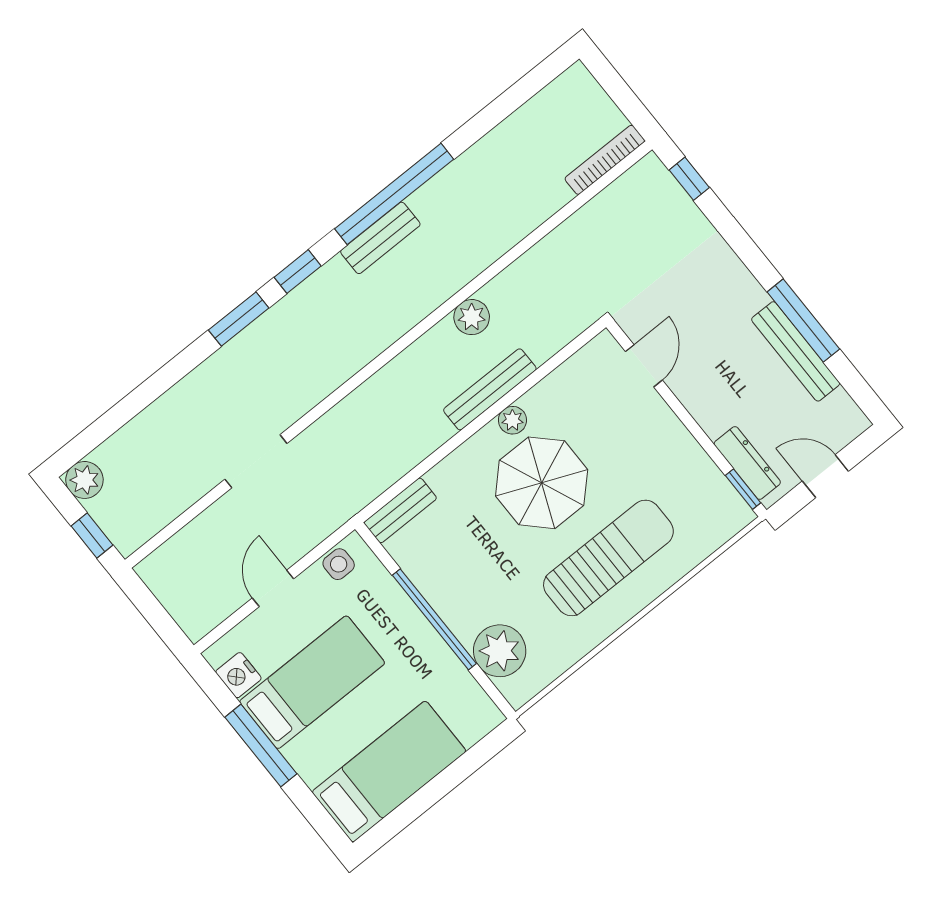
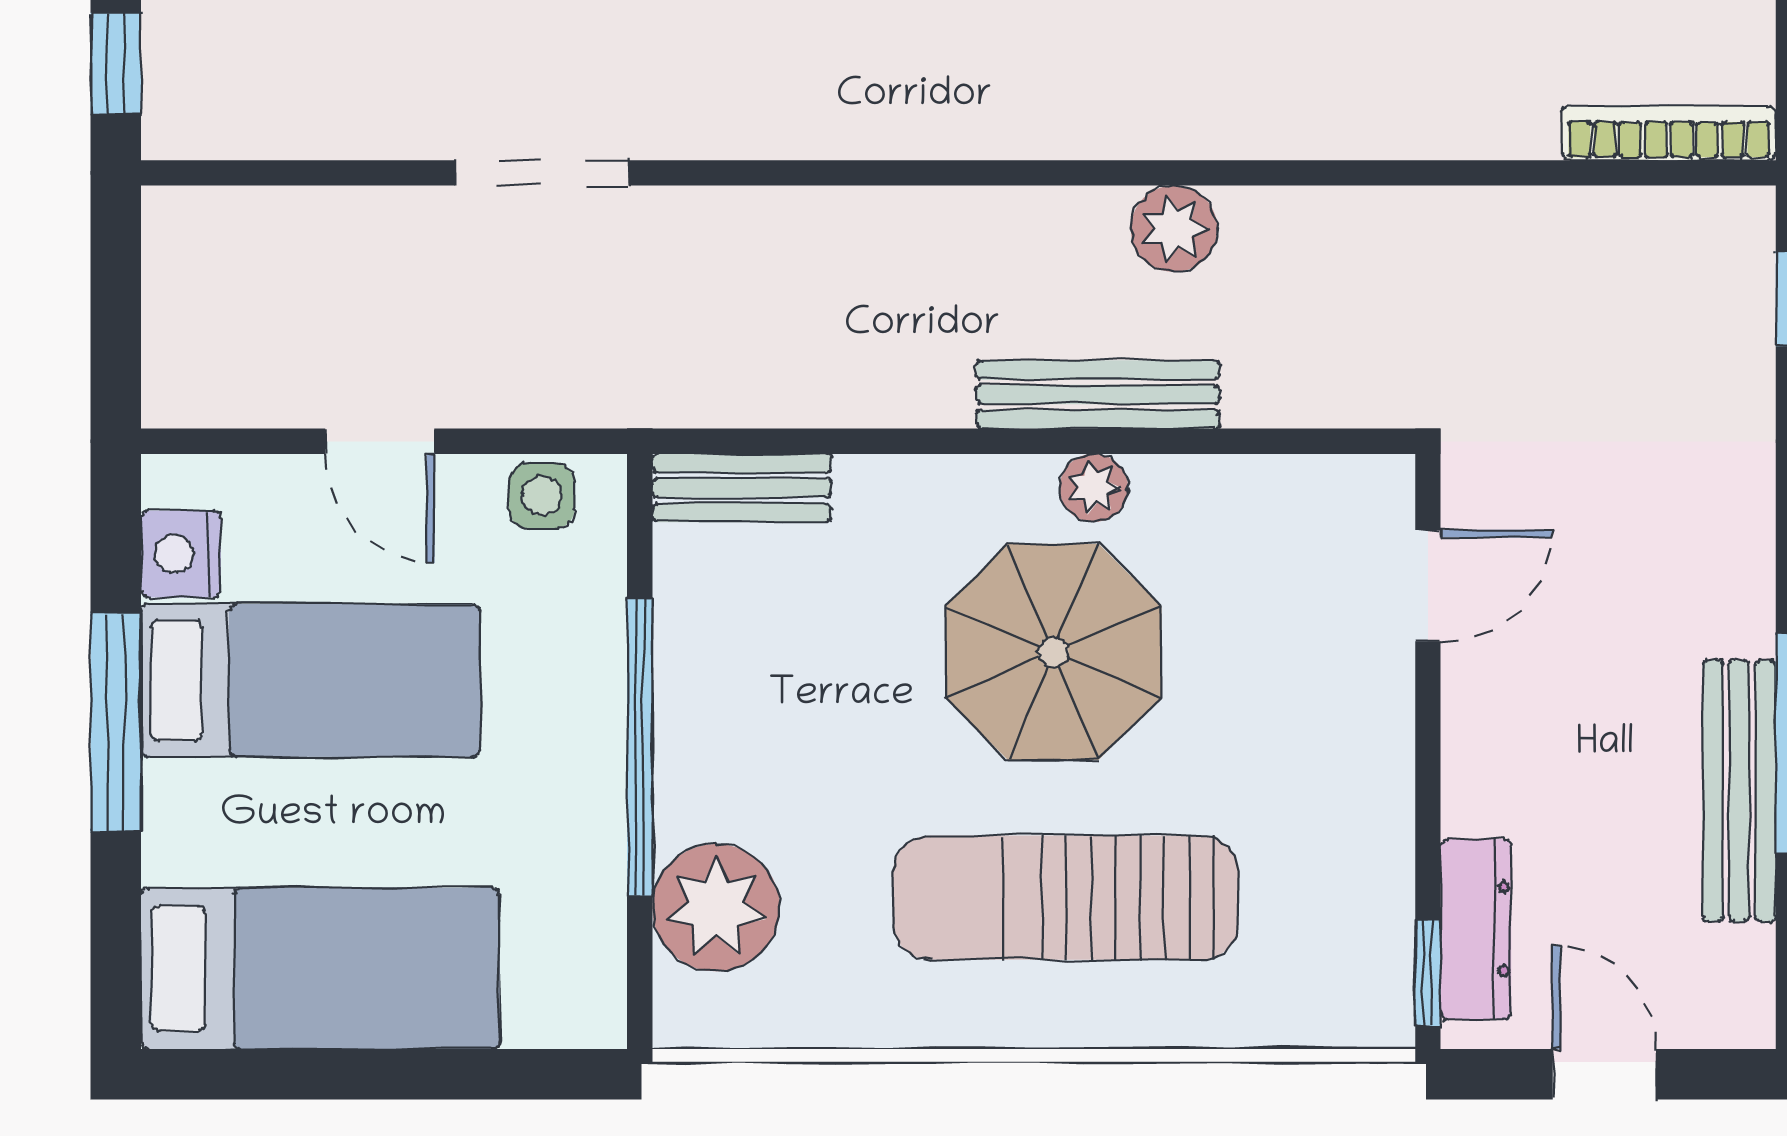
sun lounger: (608, 558) -> (1066, 898), turned 180
door: (273, 588) -> (380, 441), swing flipped

